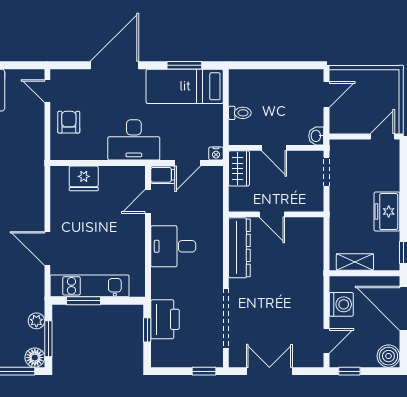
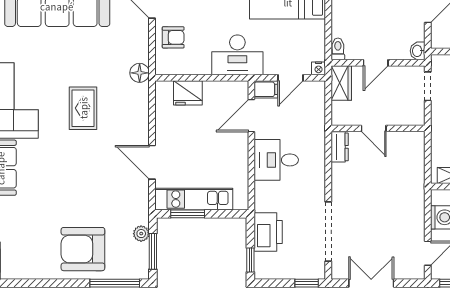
toilet: (240, 113) -> (338, 49), moved, turned -90
armchair: (69, 122) -> (173, 37), turned 90
door: (274, 148) -> (376, 63), hinge flipped
door: (148, 201) -> (251, 116), width x1.38
dresser: (239, 248) -> (340, 147), width x0.51, depth x0.80
window: (147, 330) -> (250, 260), moved
floor lamp: (35, 358) -> (140, 73), moved

